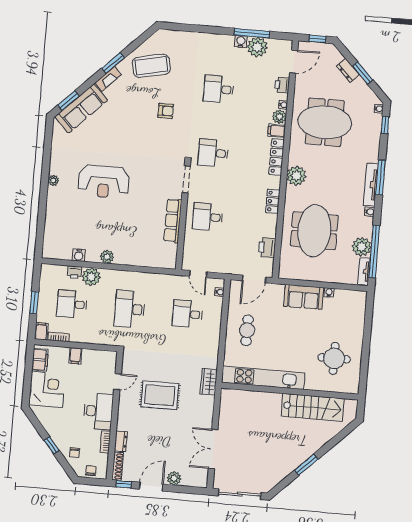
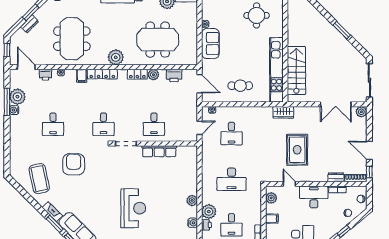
window: (113, 63) -> (55, 224), moved
armchair: (166, 111) -> (74, 164), width x1.88, depth x1.88
plant: (279, 117) -> (153, 75), moved
plant: (102, 357) -> (271, 198), added
stairs: (313, 407) -> (296, 71), moved
plant: (174, 478) -> (361, 112), moved

